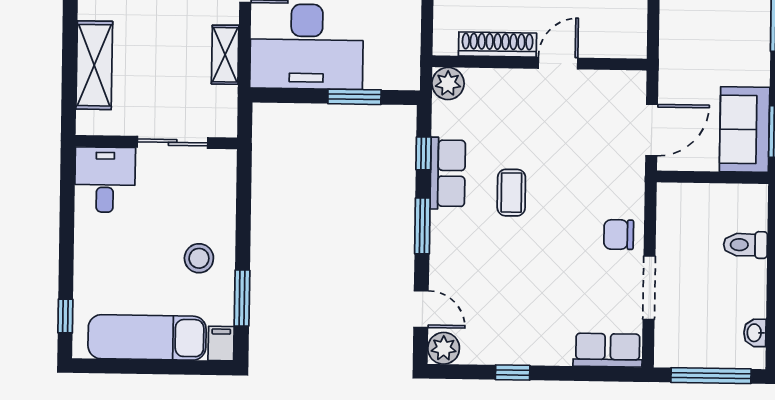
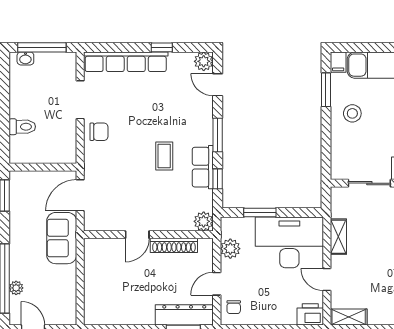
plant: (404, 38) -> (230, 249), added
sofa: (745, 129) -> (62, 238), moved, turned 180
washbasin: (755, 333) -> (25, 58), moved, turned 90
row of seats: (608, 350) -> (126, 62), width x2.02

